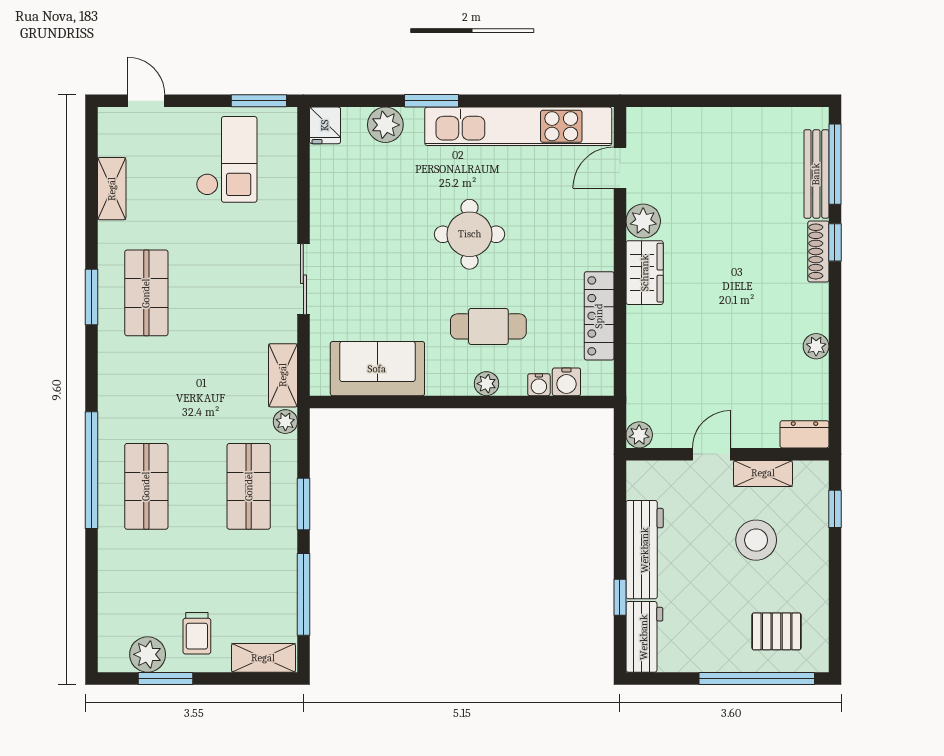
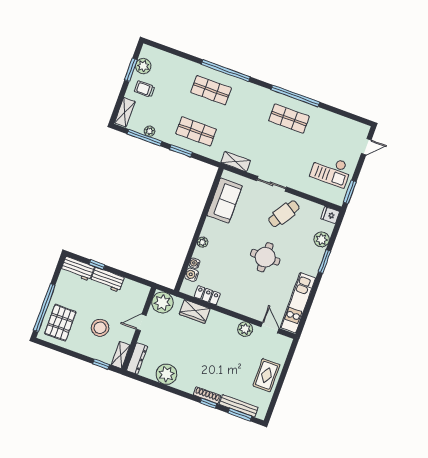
kitchen unit: (518, 126) -> (298, 303), width x0.73
rug: (727, 137) -> (266, 375), added
window: (835, 164) -> (240, 415), width x0.69
shelving: (112, 189) -> (336, 120), removed
wardrobe: (645, 273) -> (195, 311), moved
window: (92, 297) -> (295, 96), width x2.11
locker: (599, 316) -> (207, 295), width x0.66
cafe table: (488, 326) -> (284, 214), moved, turned 33
plant: (816, 346) -> (166, 374), width x1.87, depth x1.87
plant: (285, 422) -> (149, 131), moved
dresser: (804, 434) -> (137, 359), width x1.44
plant: (639, 435) -> (163, 303), width x1.87, depth x1.87
door: (711, 454) -> (141, 322), swing flipped
shelving: (763, 473) -> (121, 355), moved
workbench: (645, 550) -> (107, 280), width x0.73
pallet: (777, 631) -> (60, 323), width x1.50, depth x1.42

